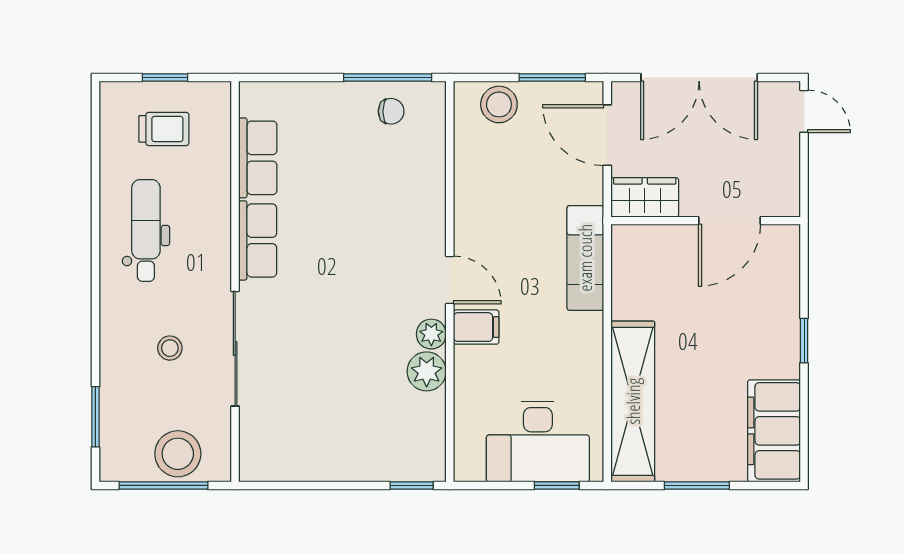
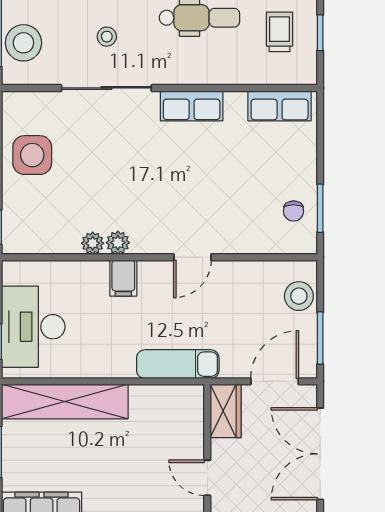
window: (388, 78) -> (320, 208), width x0.69
trolley: (164, 129) -> (280, 32), turned 180
row of seats: (258, 158) -> (280, 106), moved
door: (729, 221) -> (207, 478), width x0.73
door: (450, 280) -> (192, 257), moved
plant: (427, 371) -> (93, 243), width x0.73, depth x0.73
side table: (320, 443) -> (32, 155), added

